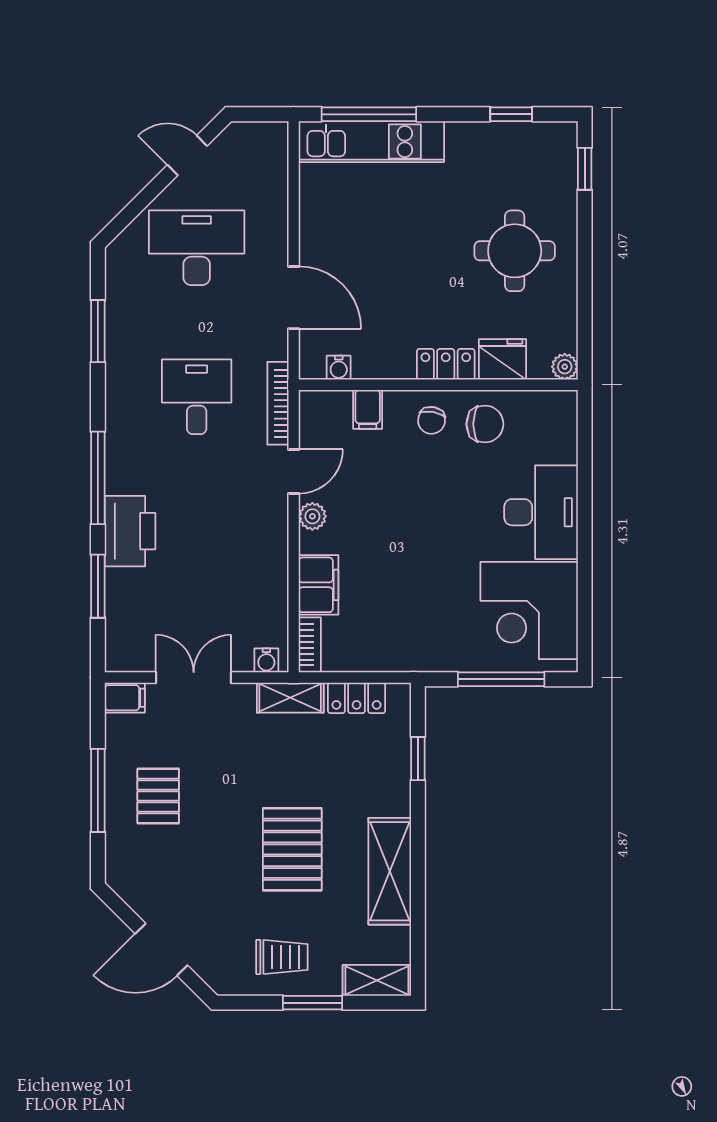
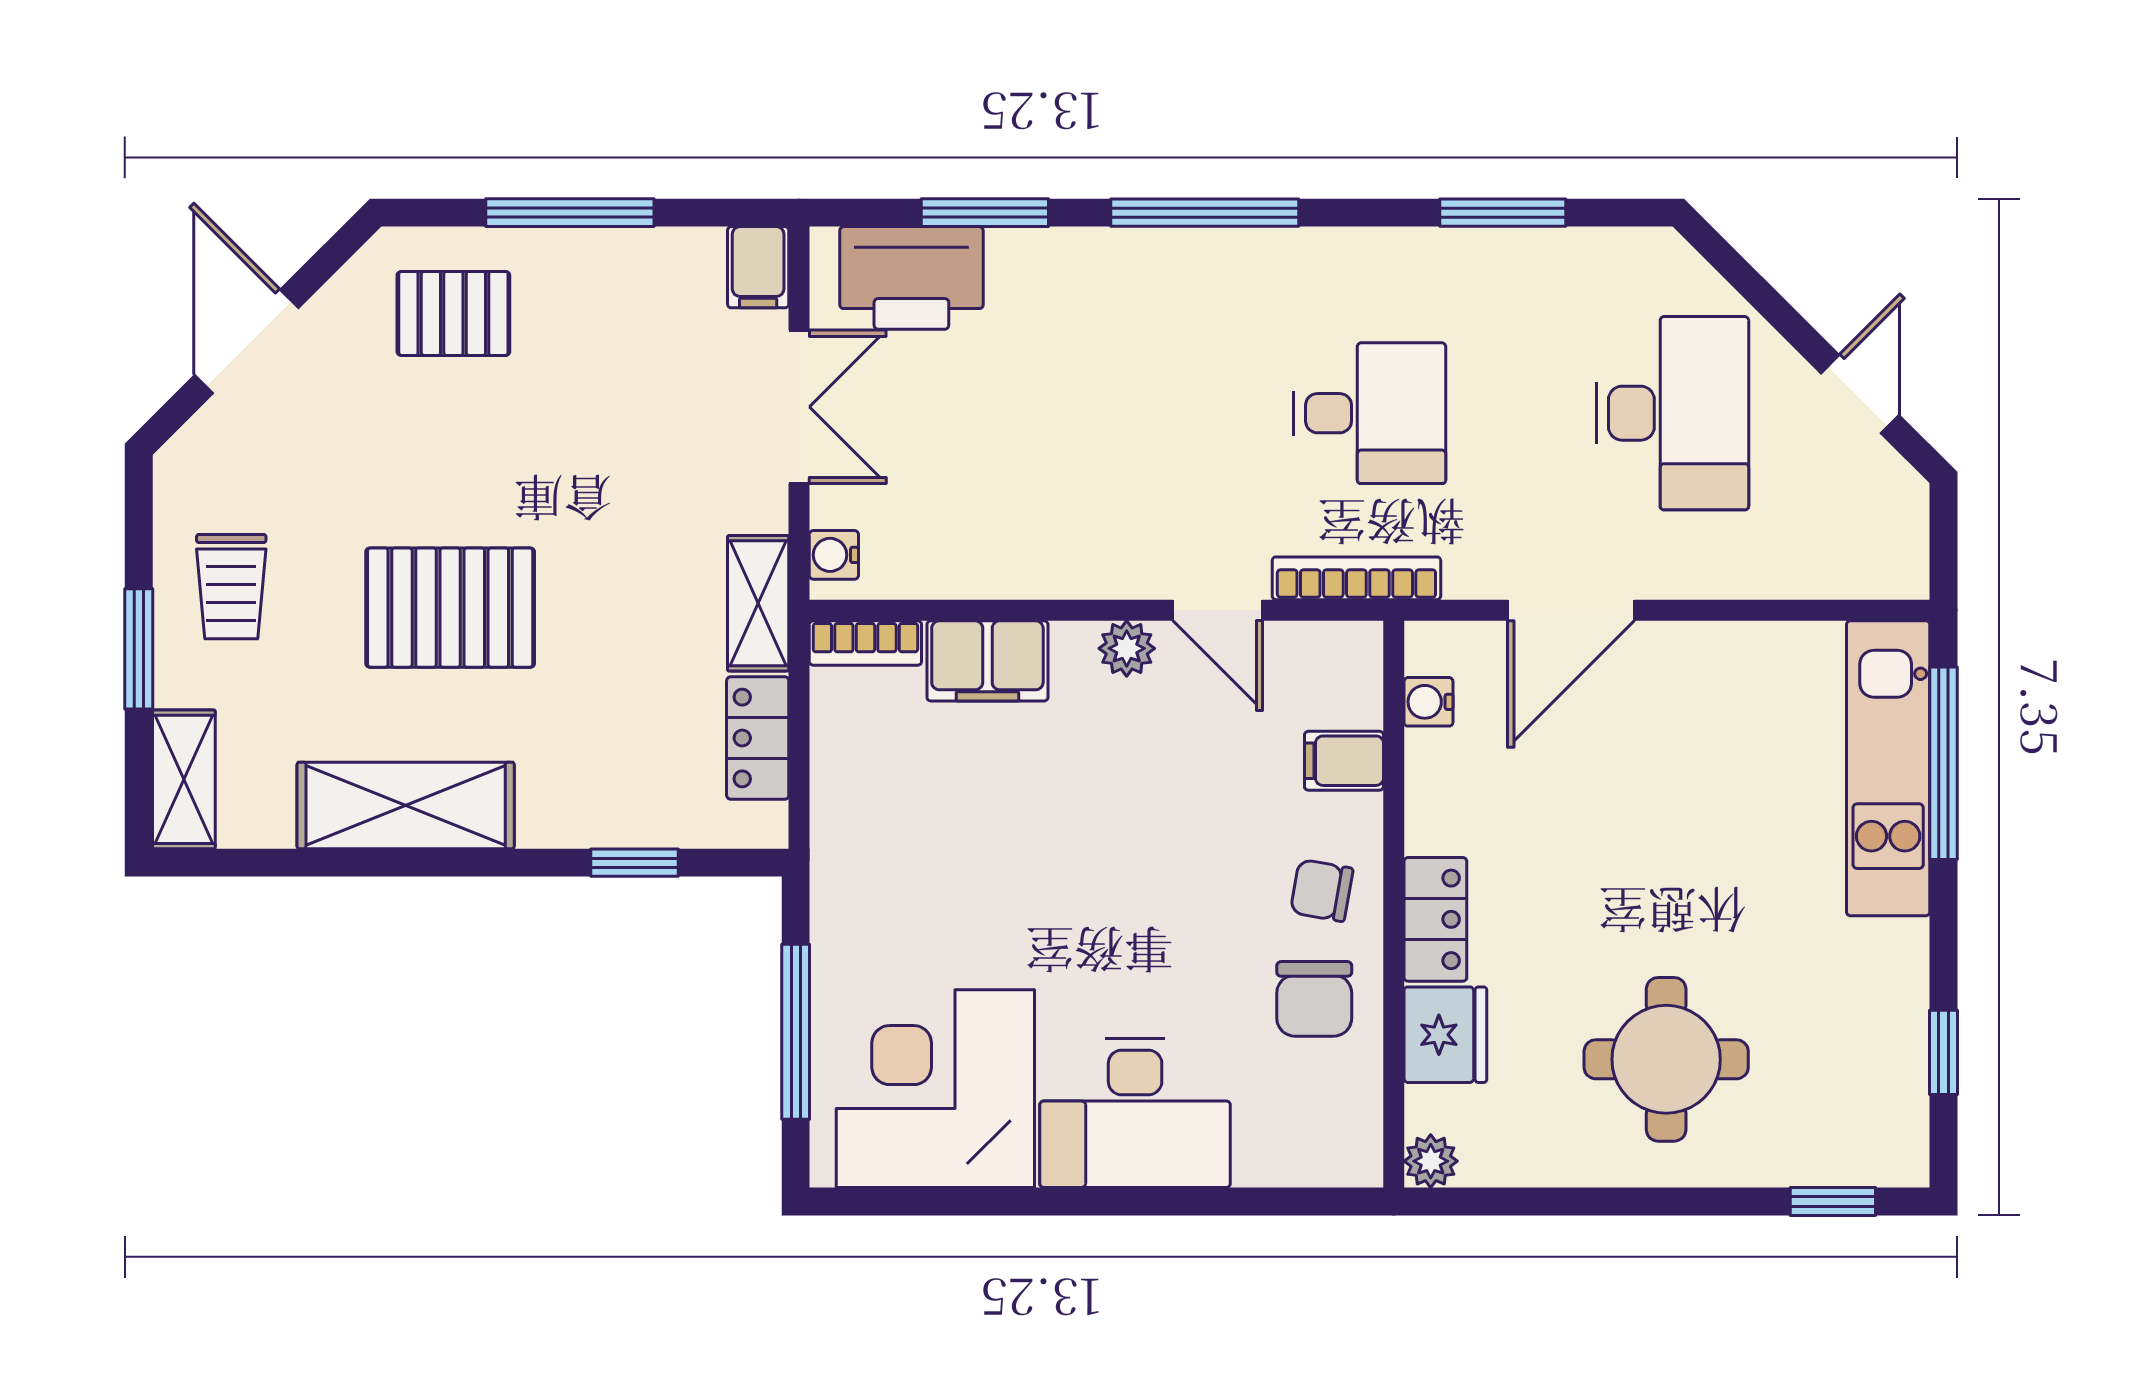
printer: (130, 531) -> (911, 278), moved
pallet: (158, 796) -> (453, 313), moved

